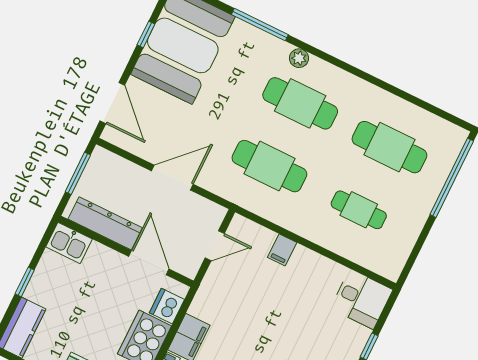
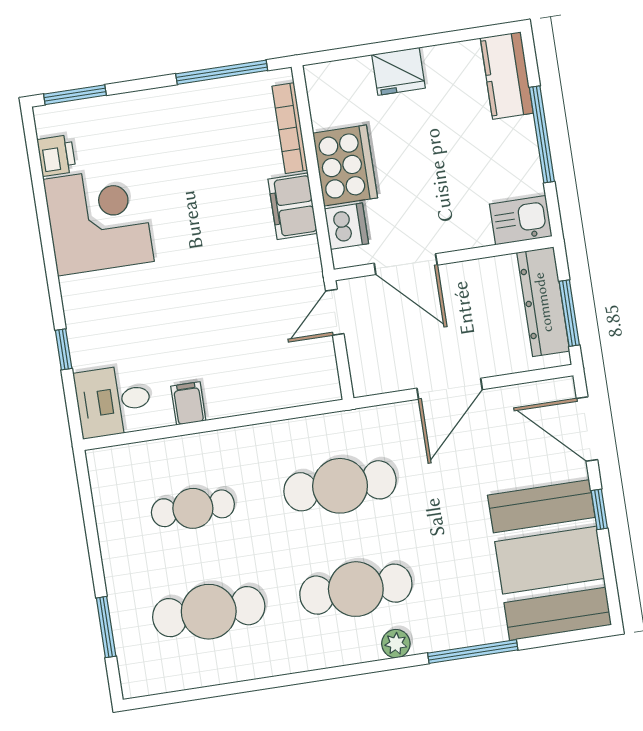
window: (146, 34) -> (599, 509), moved
window: (452, 178) -> (106, 627), width x0.47
dresser: (105, 223) -> (543, 302), moved, turned 90
door: (215, 246) -> (335, 312), moved
filing cabinet: (282, 250) -> (188, 403), moved
window: (25, 282) -> (542, 134), width x2.17

